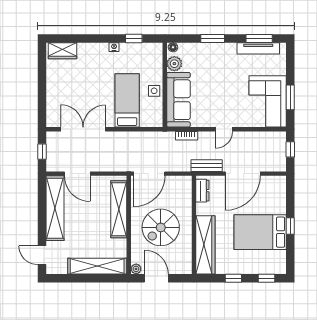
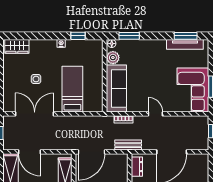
window: (213, 38) -> (129, 36), moved
side table: (154, 91) -> (36, 79), moved
door: (224, 129) -> (155, 114), swing flipped
bench: (207, 166) -> (128, 145), moved

